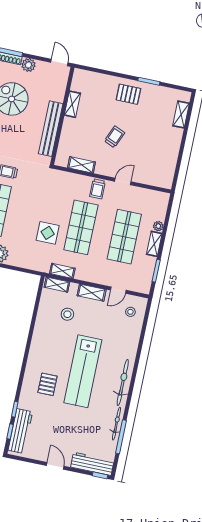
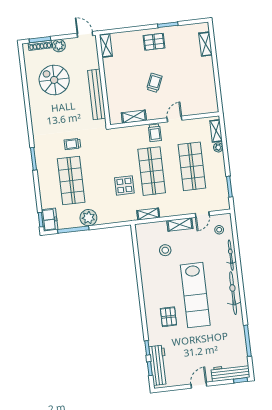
shelving: (72, 104) -> (106, 45), moved
shelving: (154, 244) -> (216, 131), moved
shelving: (57, 285) -> (148, 228), removed
bicycle: (116, 424) -> (231, 255), moved
door: (55, 466) -> (199, 385), hinge flipped

